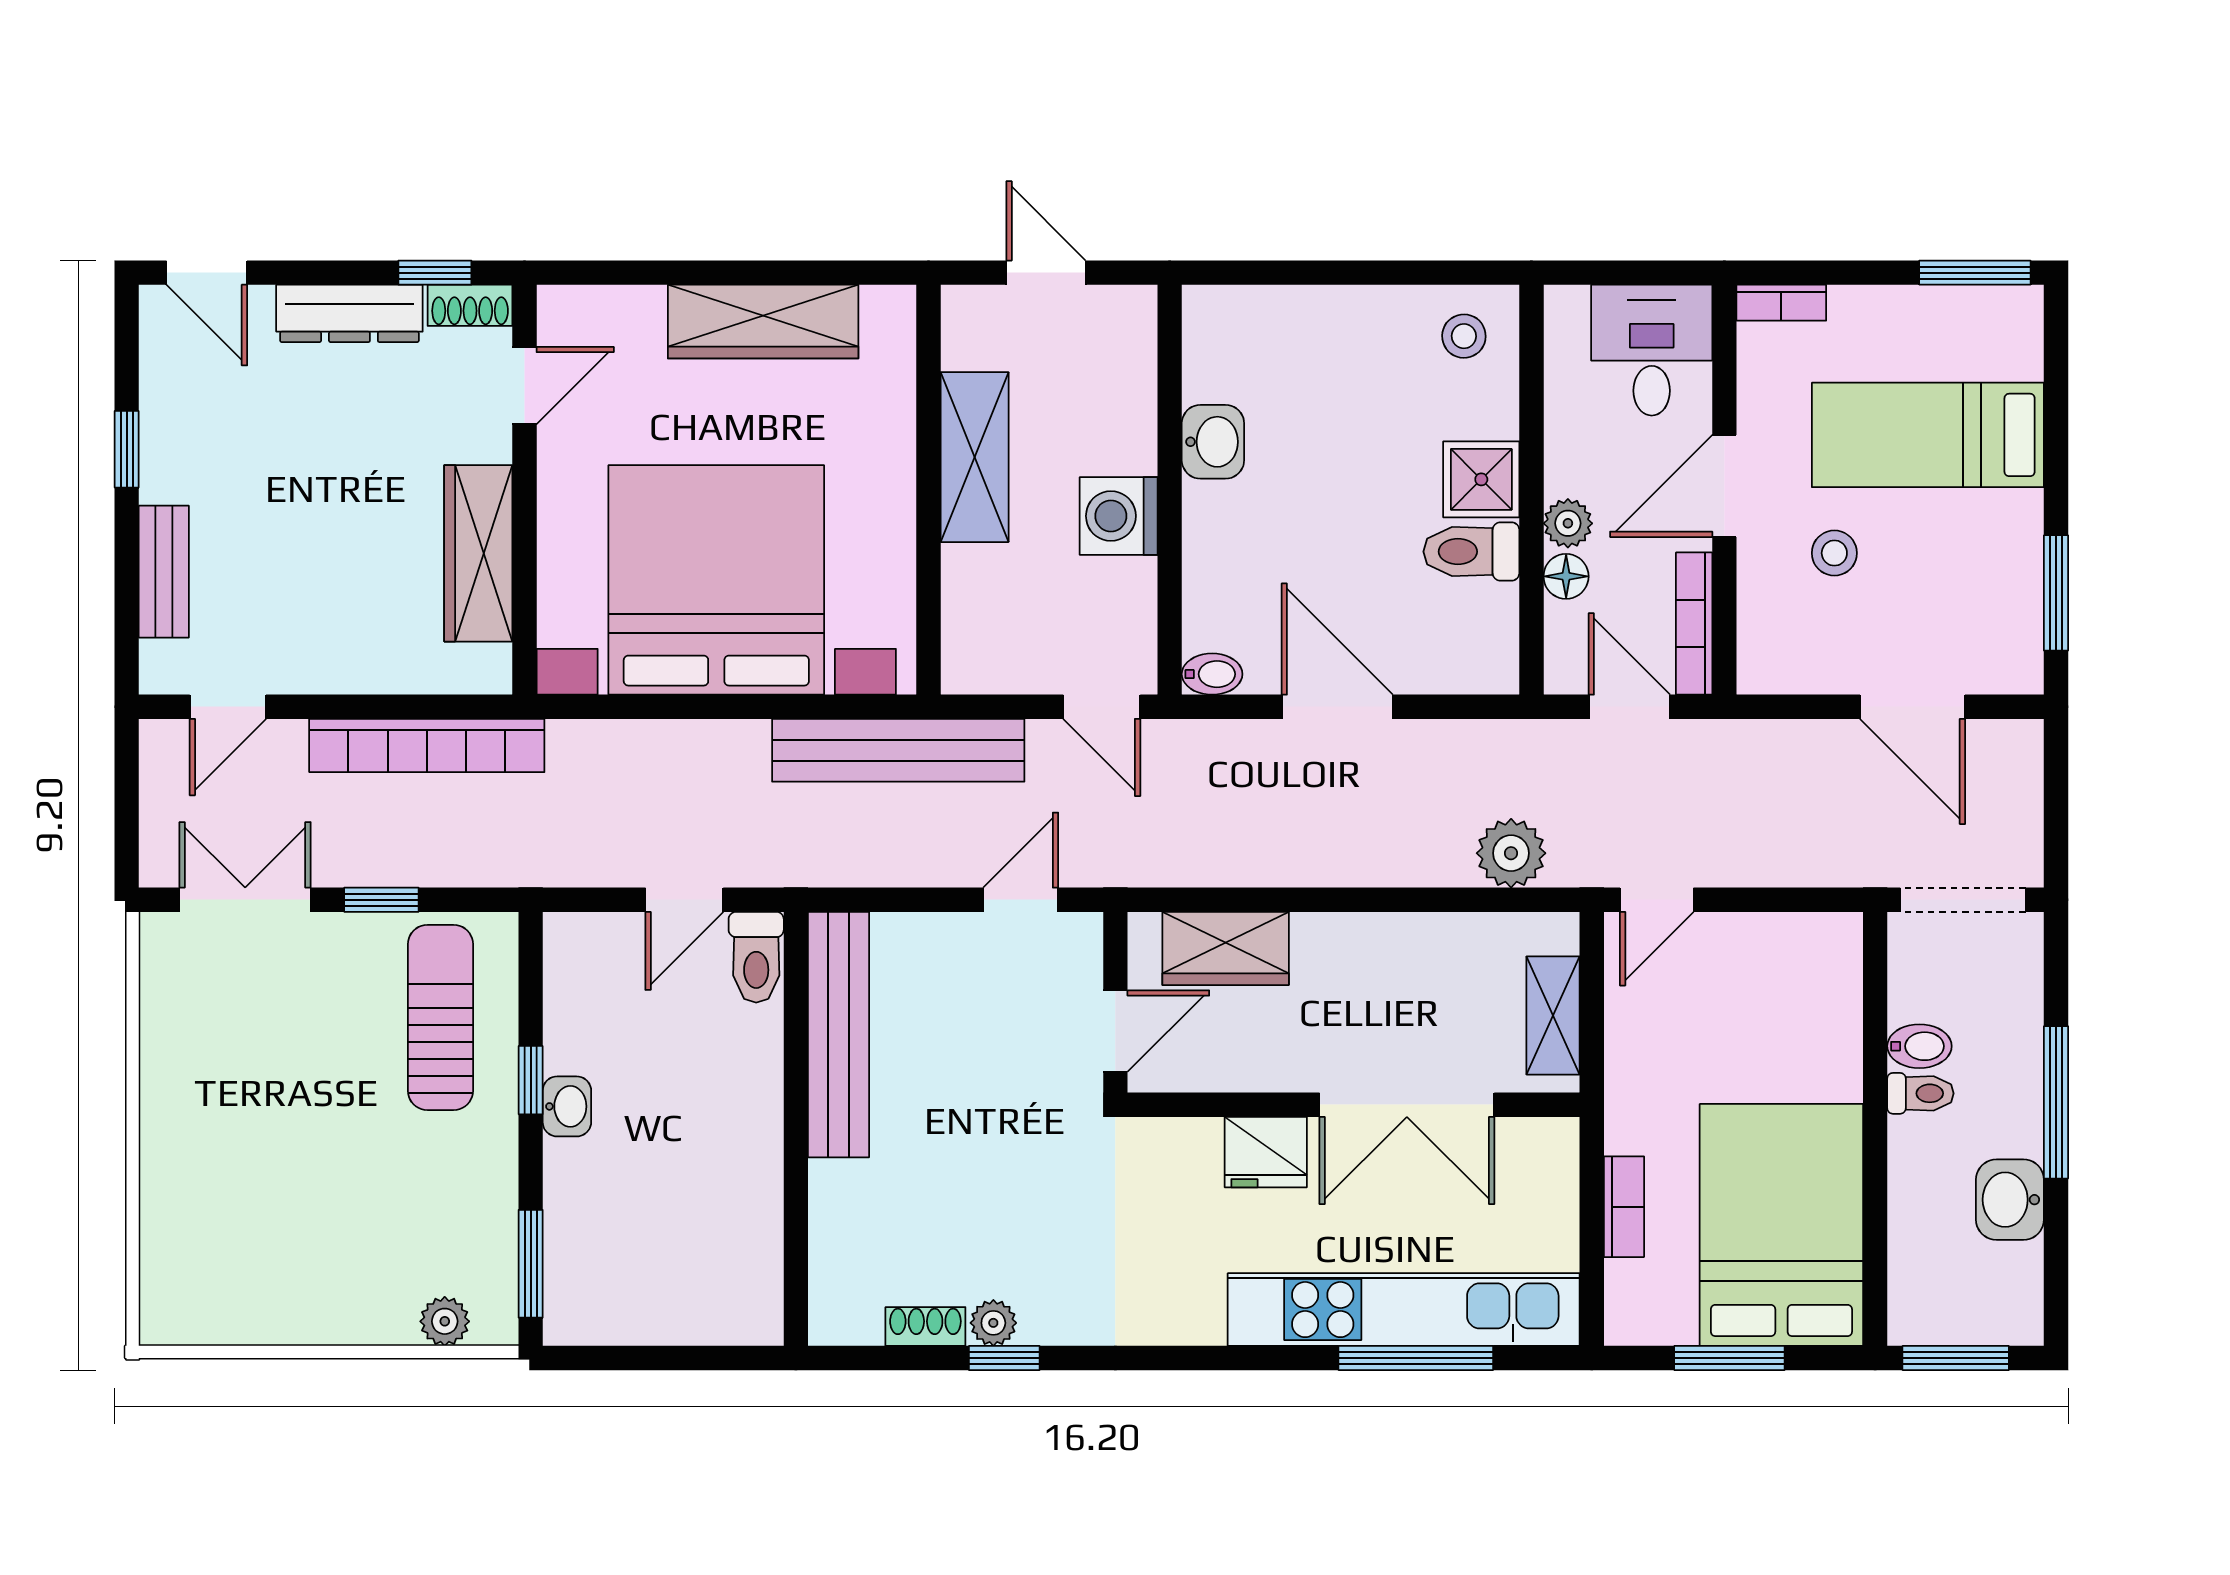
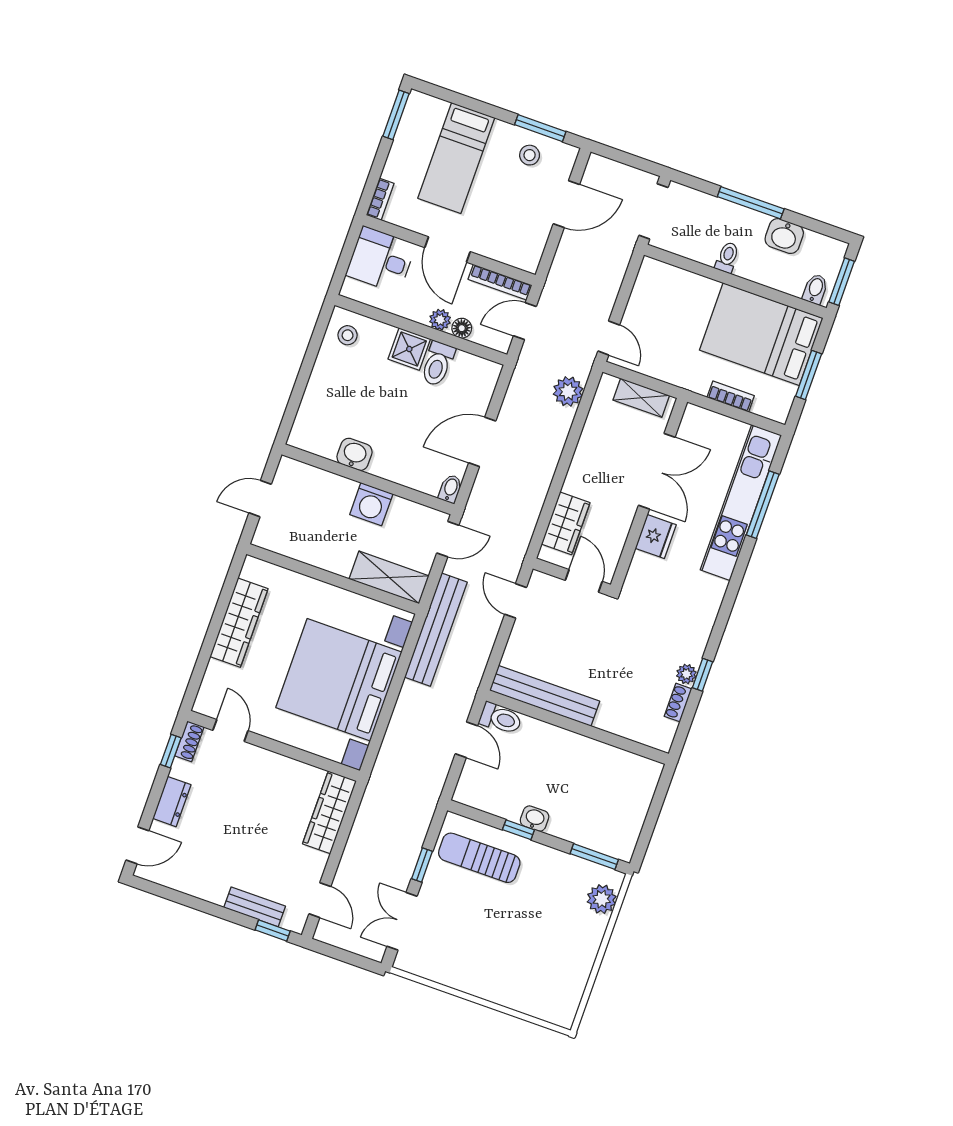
dresser: (349, 313) -> (172, 802), width x0.70
window: (127, 449) -> (273, 931), moved
shelving: (975, 457) -> (389, 577), moved
wardrobe: (478, 553) -> (329, 812), moved, turned 90
stool: (1834, 553) -> (530, 155), moved
bookcase: (427, 746) -> (365, 824), removed
bidet: (1919, 1046) -> (815, 289), moved
plant: (445, 1321) -> (602, 899), width x1.38, depth x1.38

